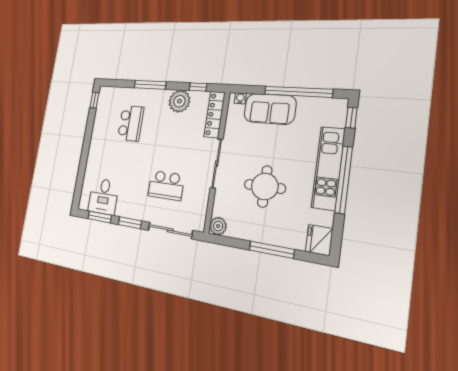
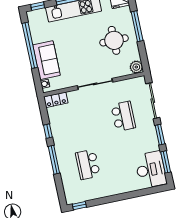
window: (198, 87) -> (48, 131), moved
plant: (179, 101) -> (60, 130), removed
locker: (214, 115) -> (56, 100), width x0.66
school desk: (131, 123) -> (88, 164), turned -90
round table: (265, 186) -> (114, 40), moved
desk: (103, 196) -> (151, 170), width x1.37

